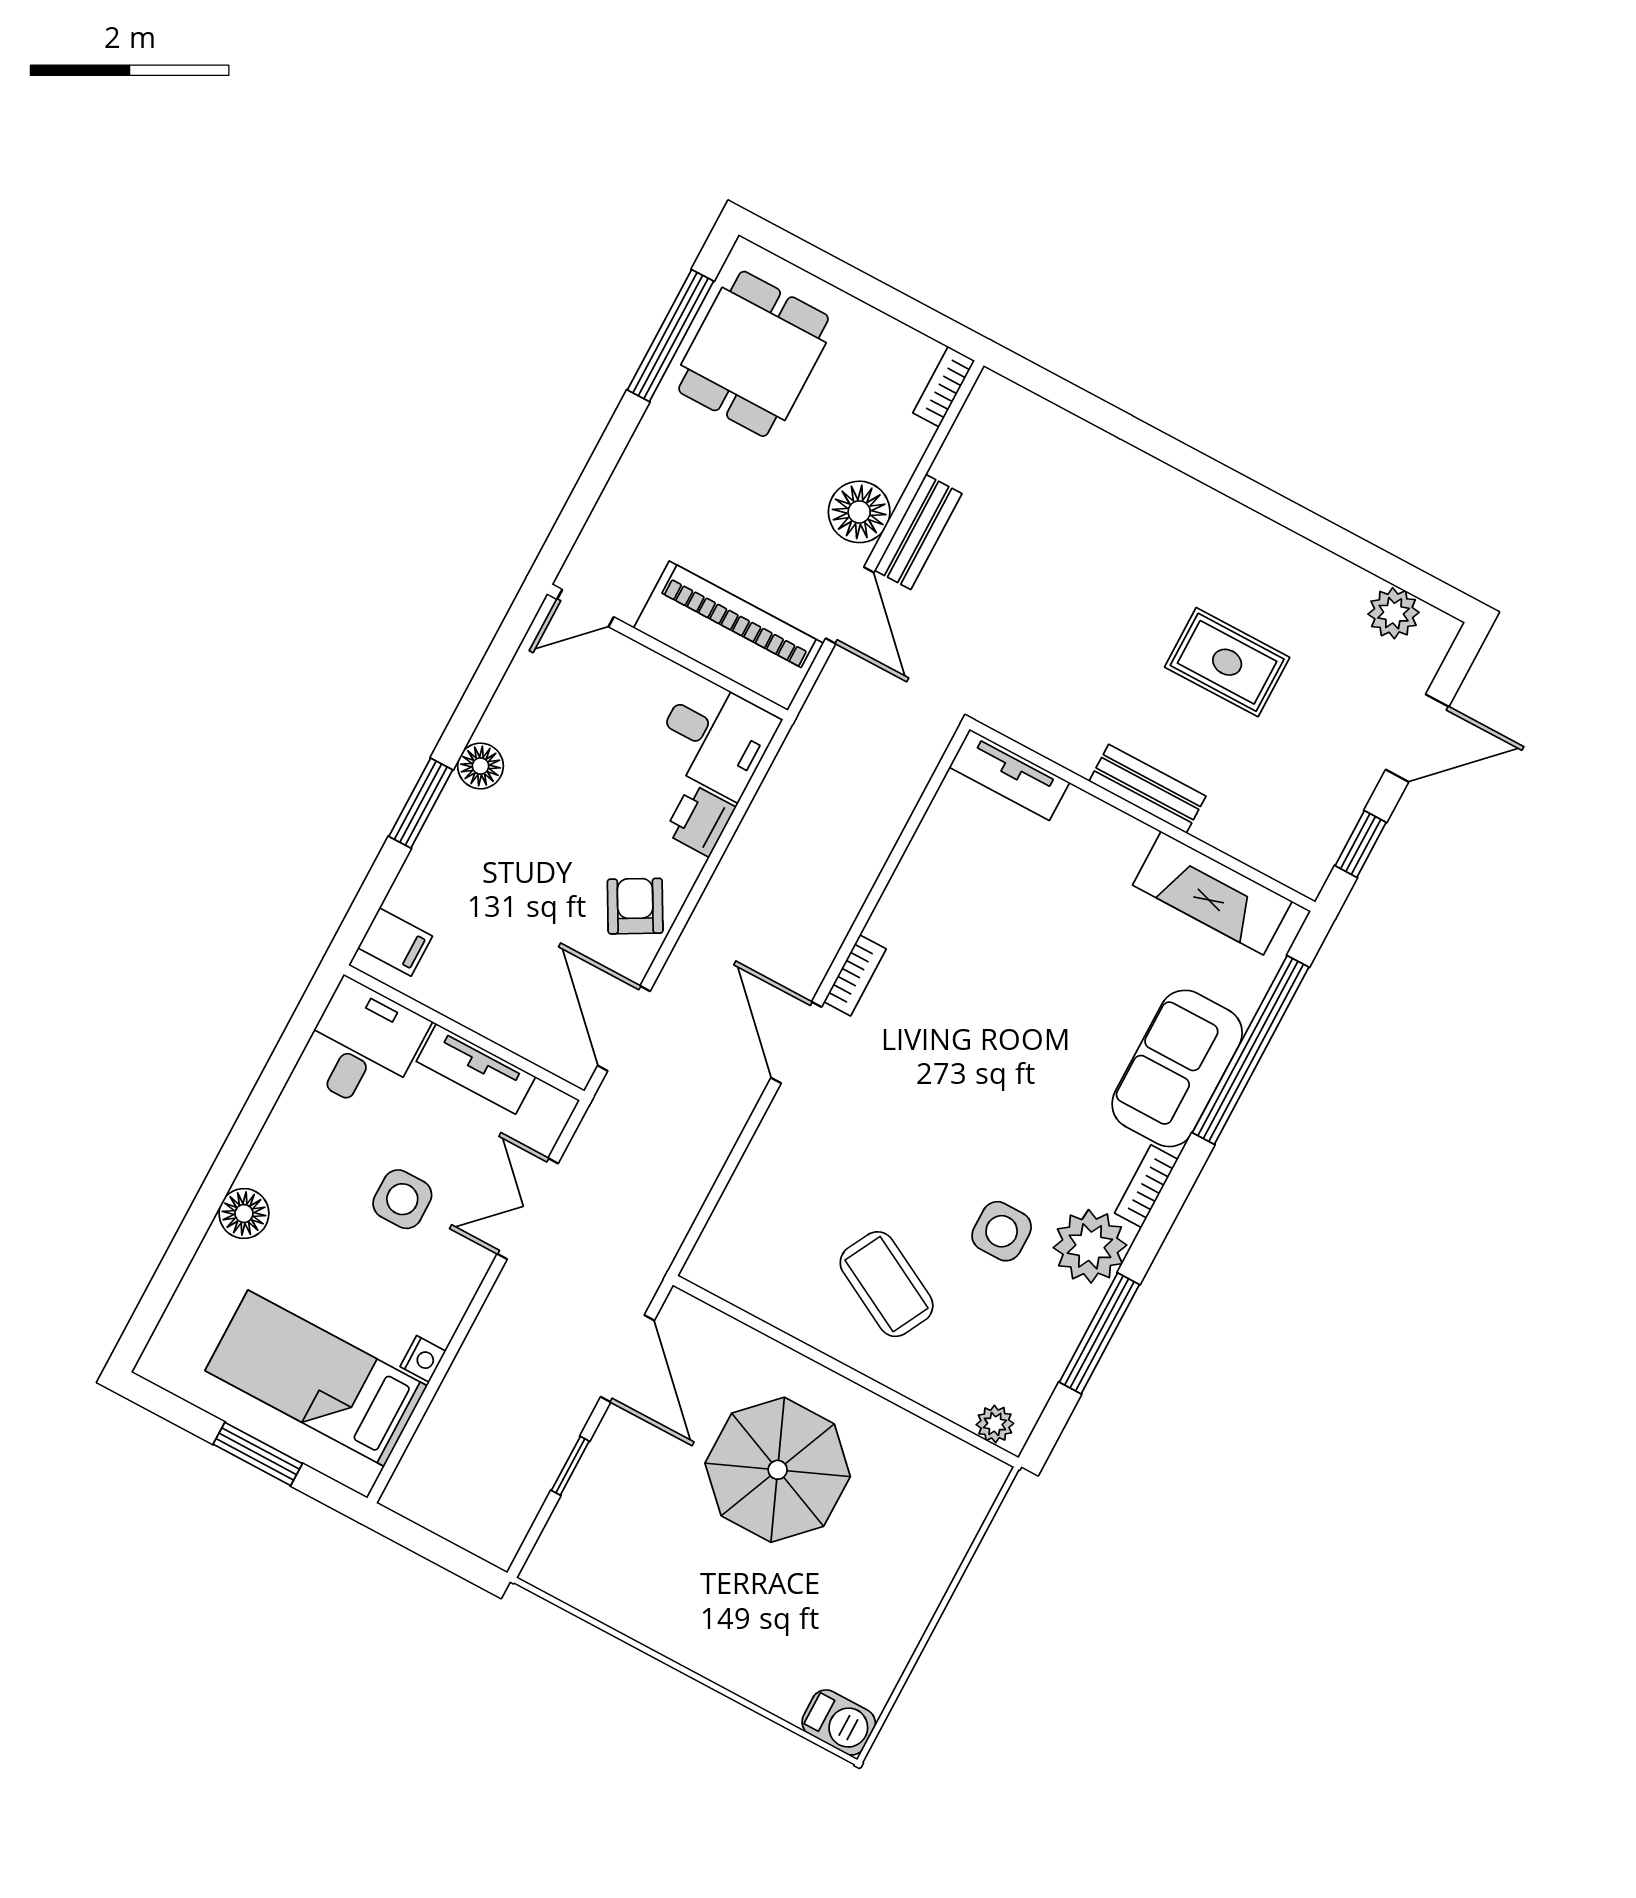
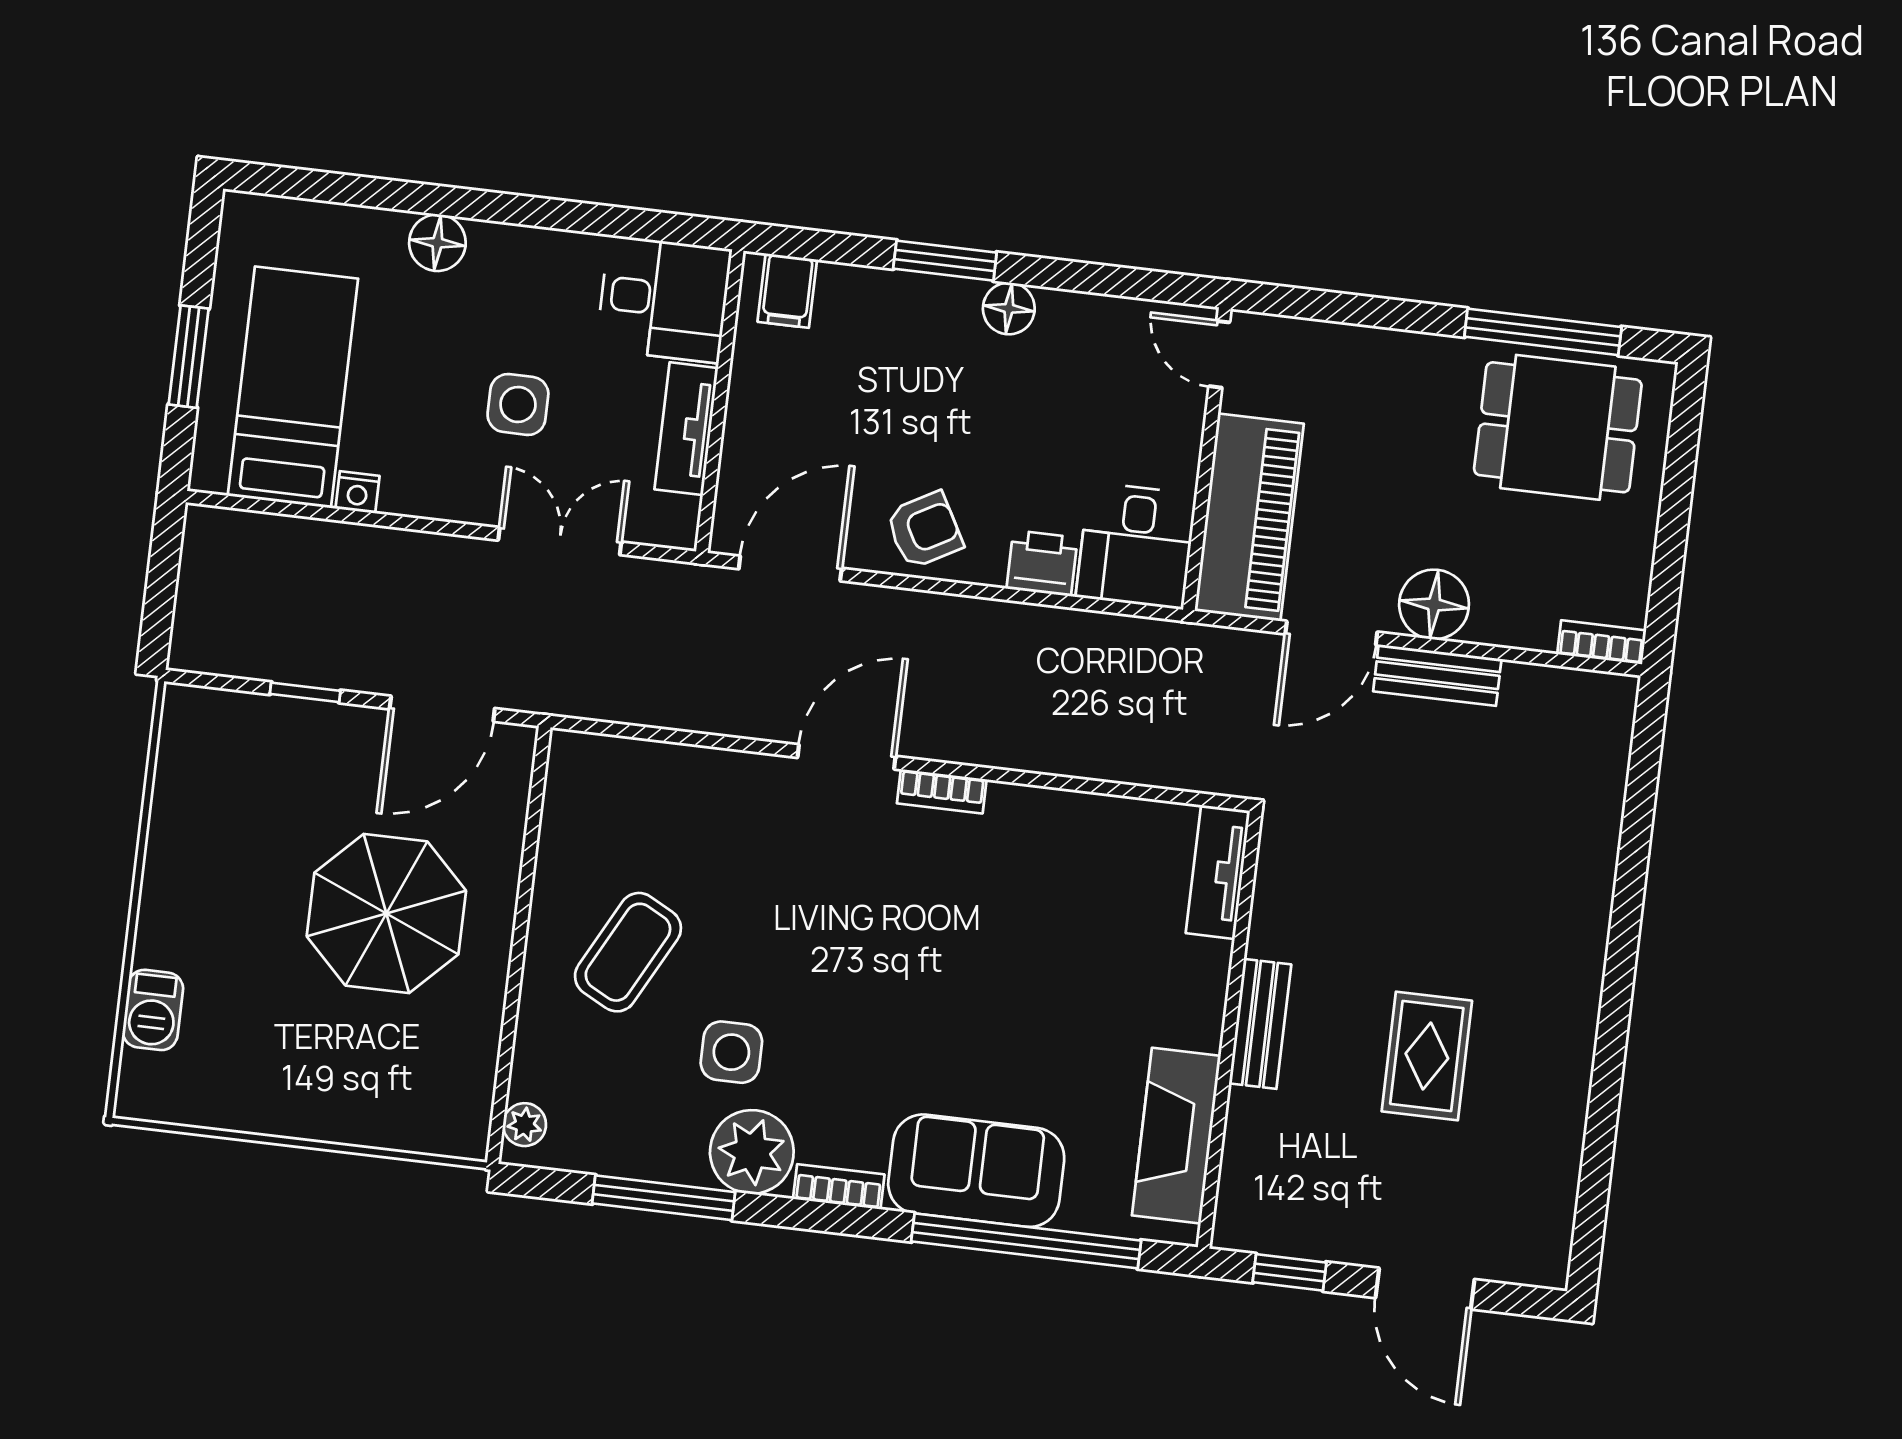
plant: (1394, 613) -> (1547, 1212), removed
barbecue: (839, 1722) -> (153, 1010), moved

